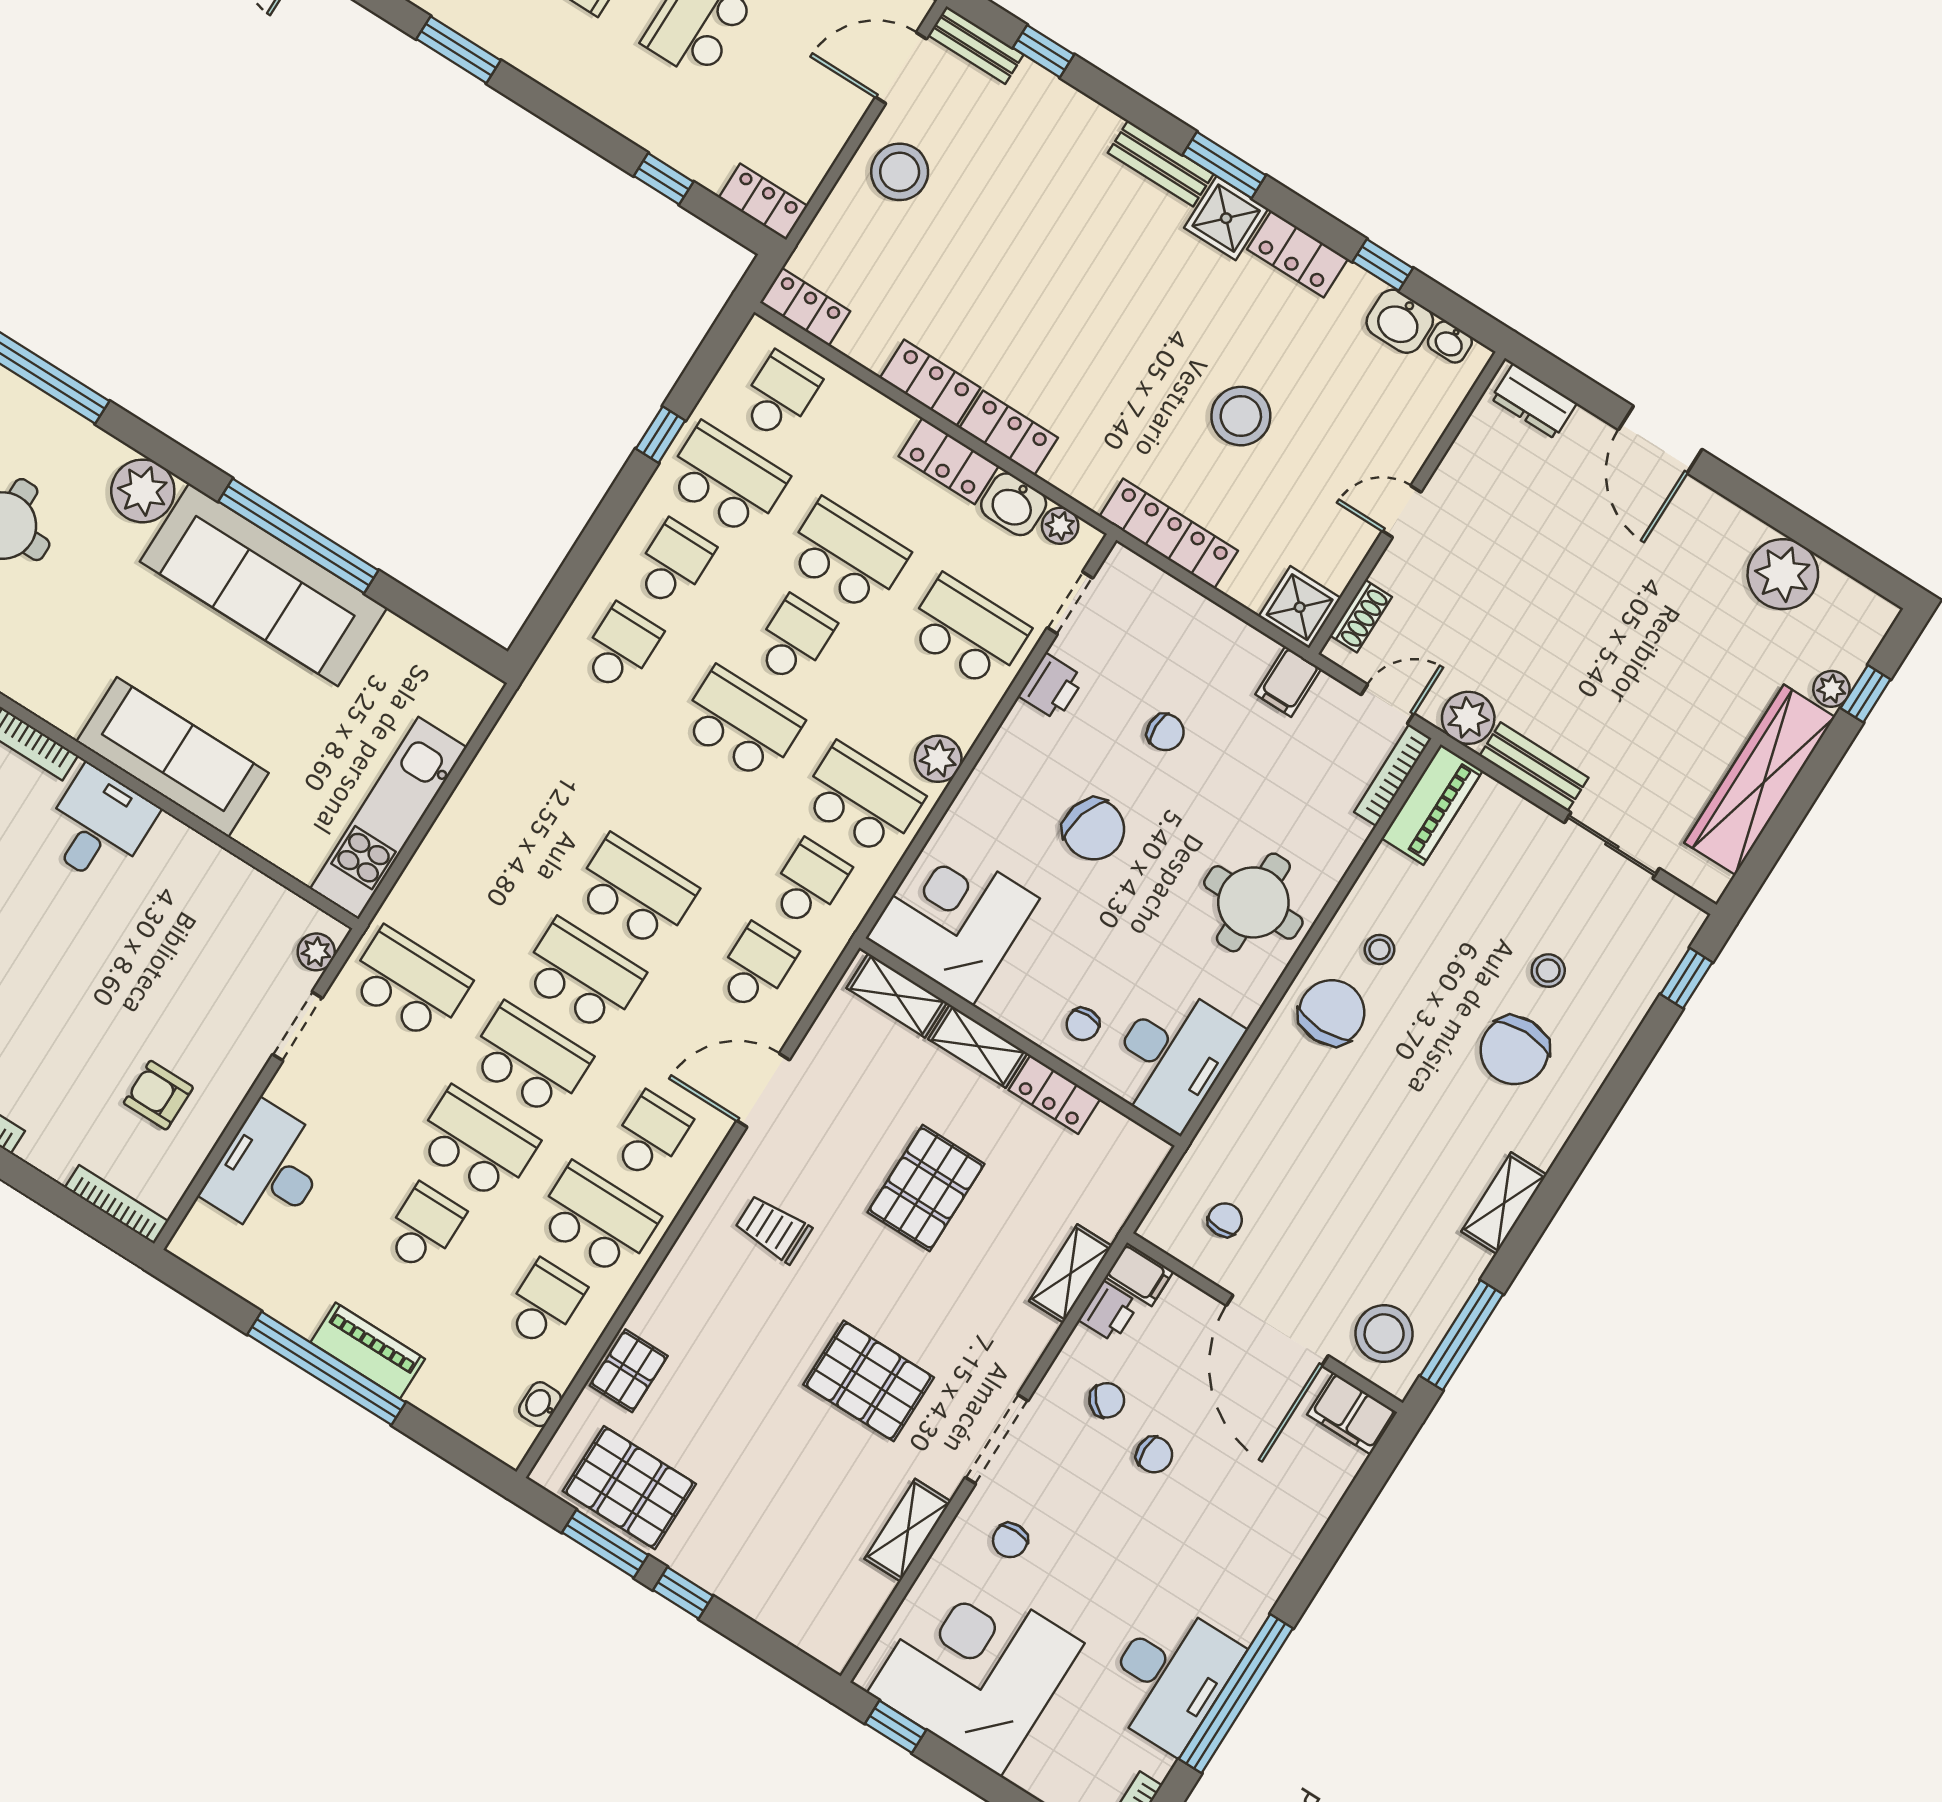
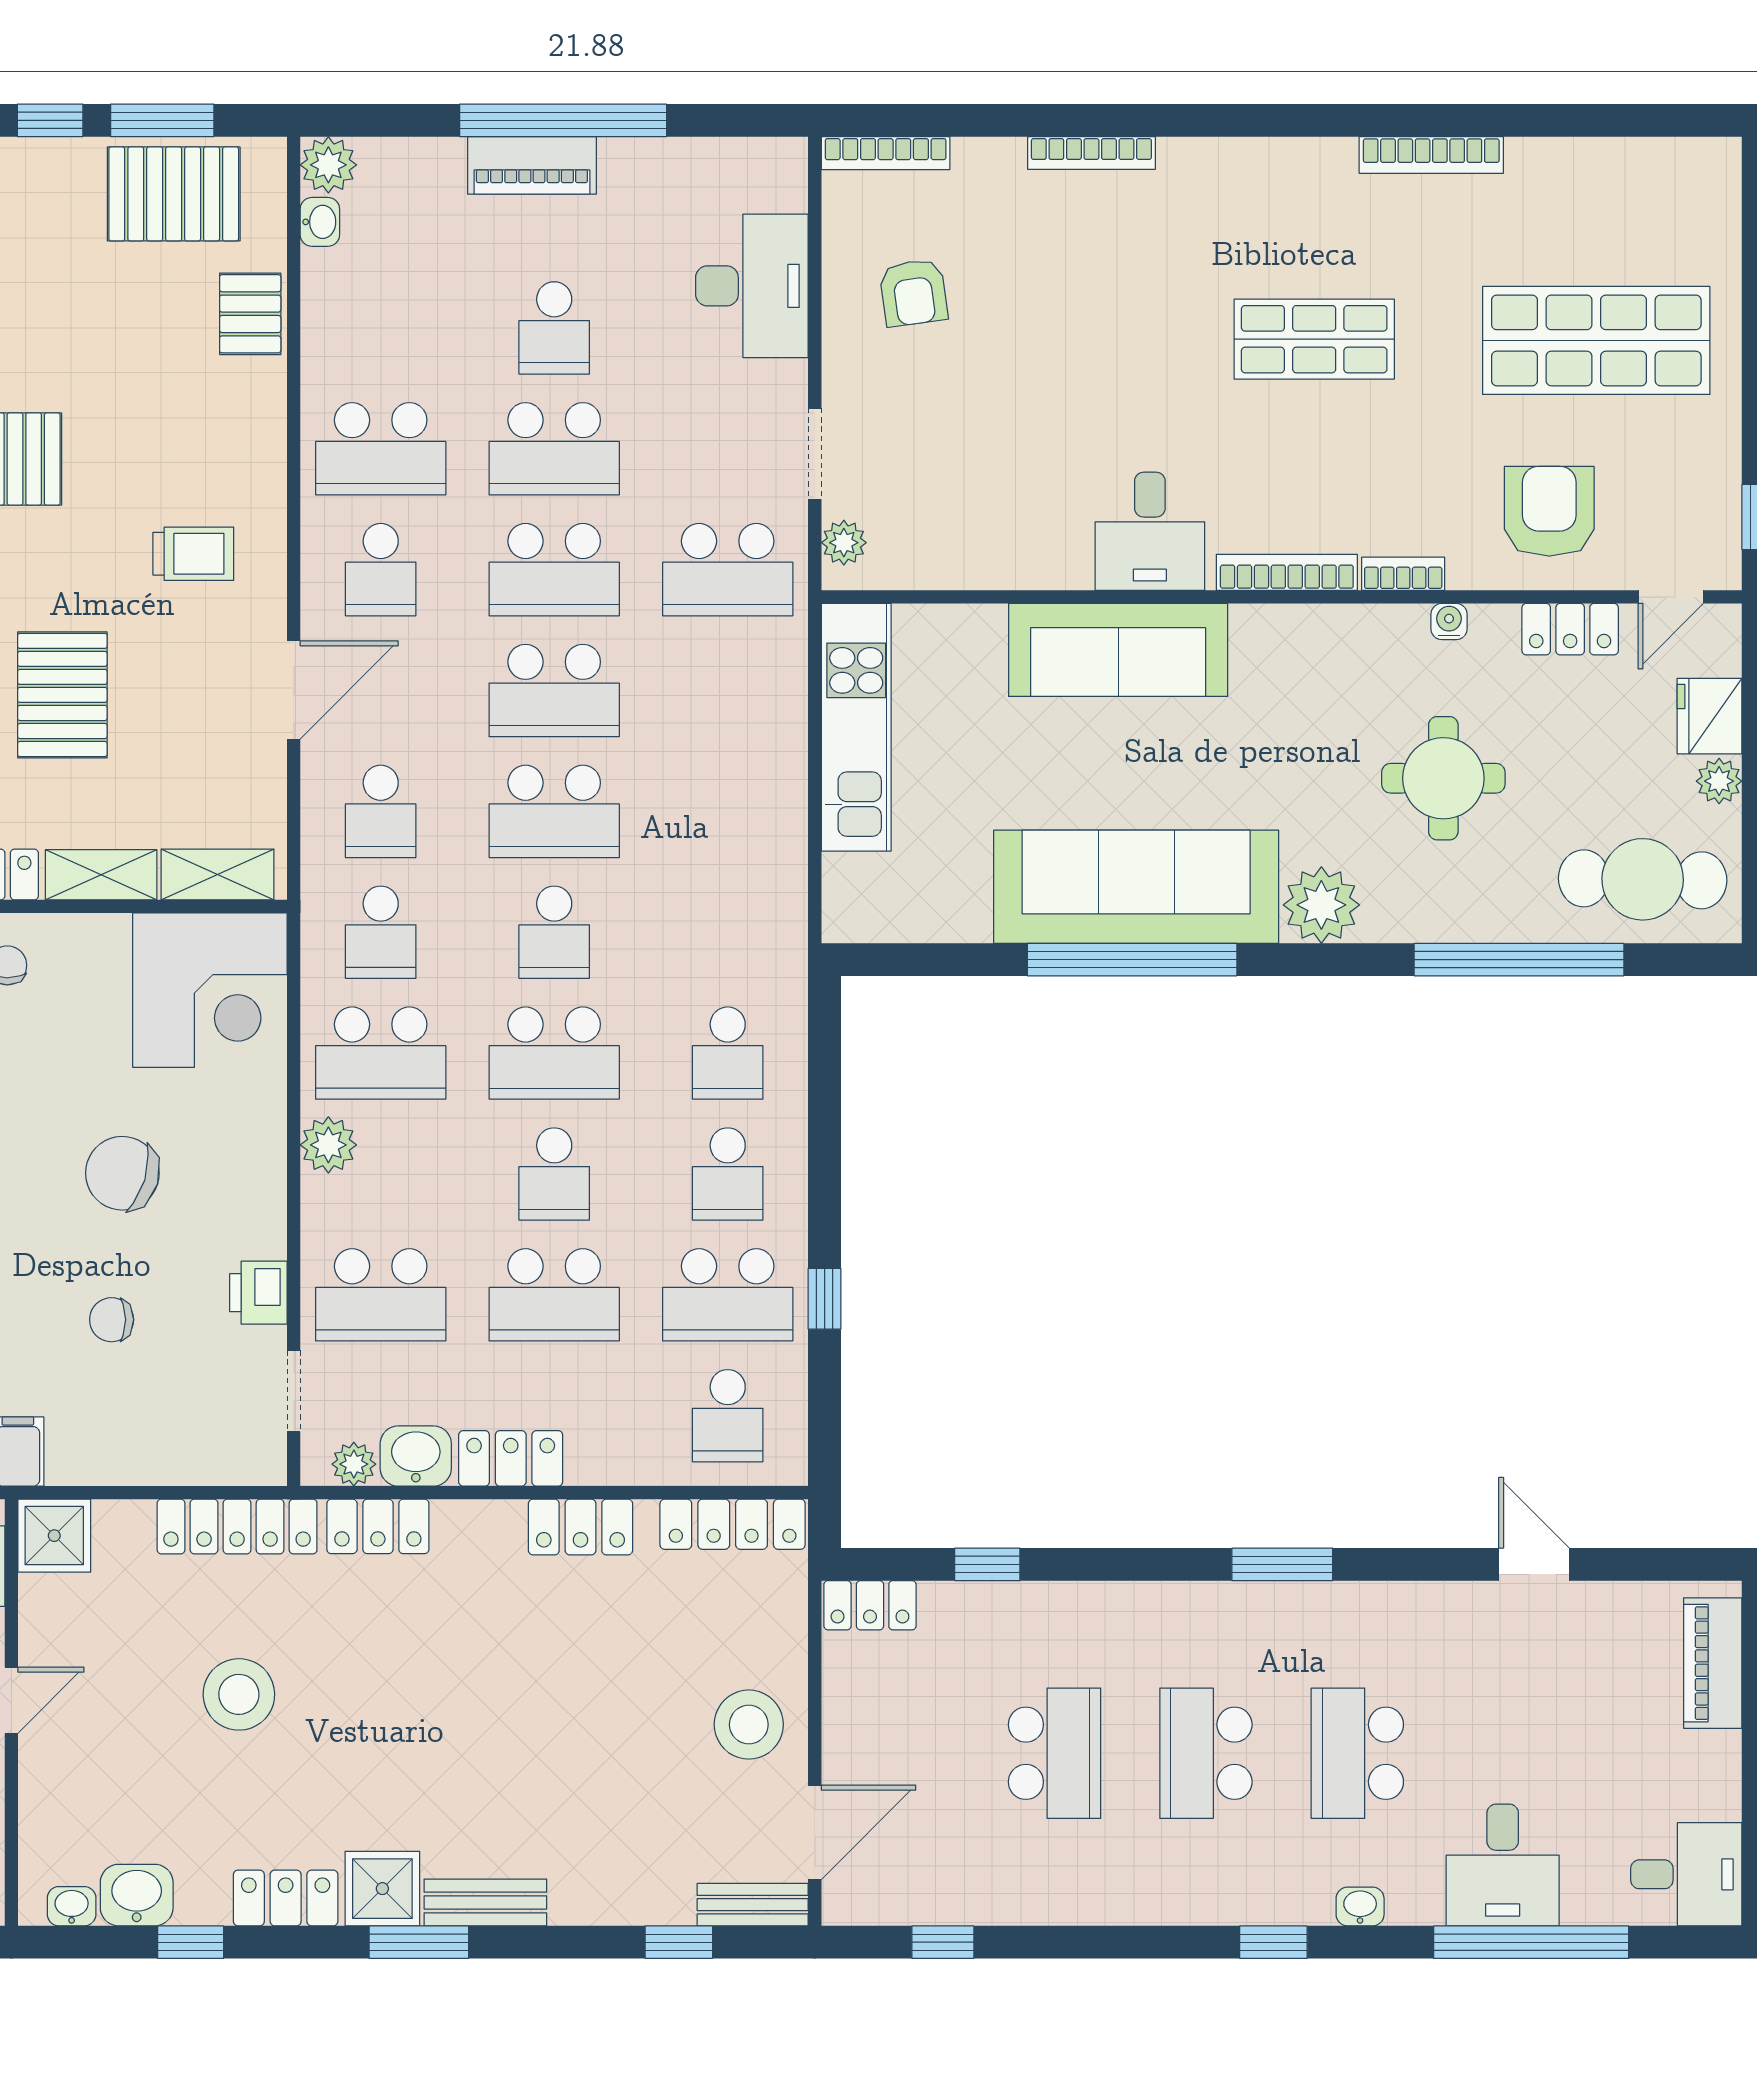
locker: (805, 307) -> (733, 1524), width x1.53
locker: (1009, 433) -> (378, 1526), moved
armchair: (158, 1095) -> (913, 293), turned 82
school desk: (544, 1304) -> (554, 932), moved
plant: (509, 1440) -> (328, 165), added

